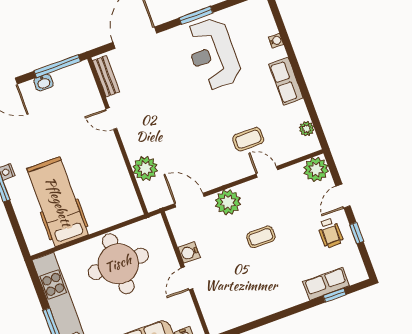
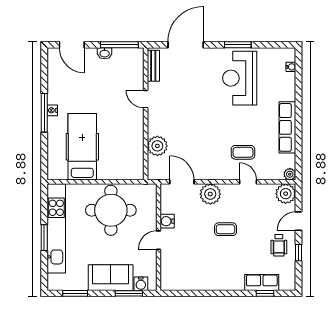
water cooler: (276, 41) -> (291, 67), moved
row of seats: (286, 81) -> (287, 127), width x1.48
plant: (307, 129) -> (290, 174), moved

